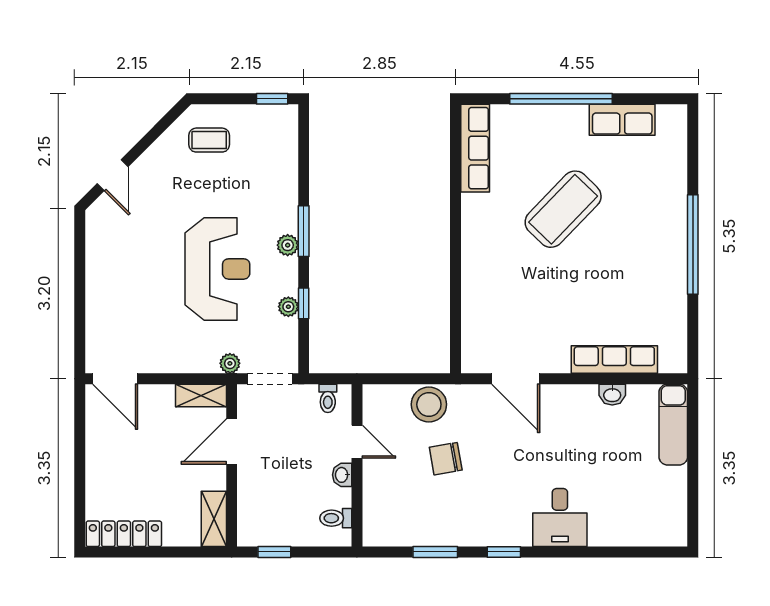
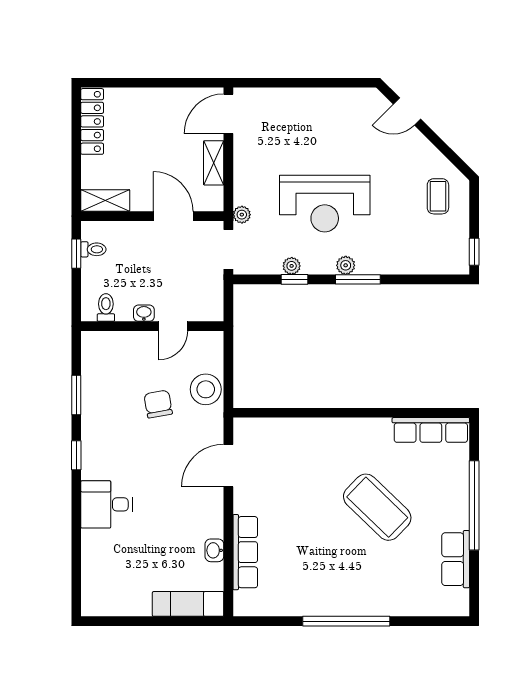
shelving: (201, 395) -> (214, 163), moved
toilet: (328, 398) -> (93, 249), moved, turned 180

